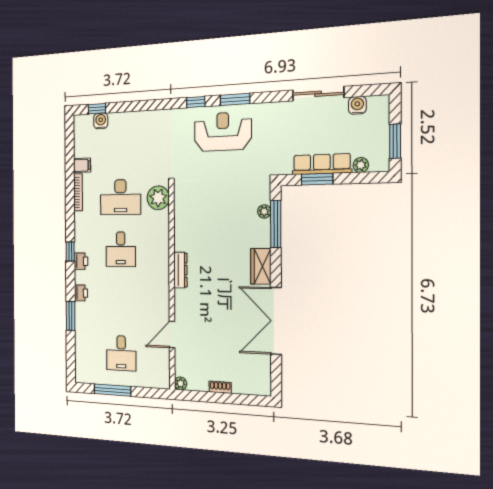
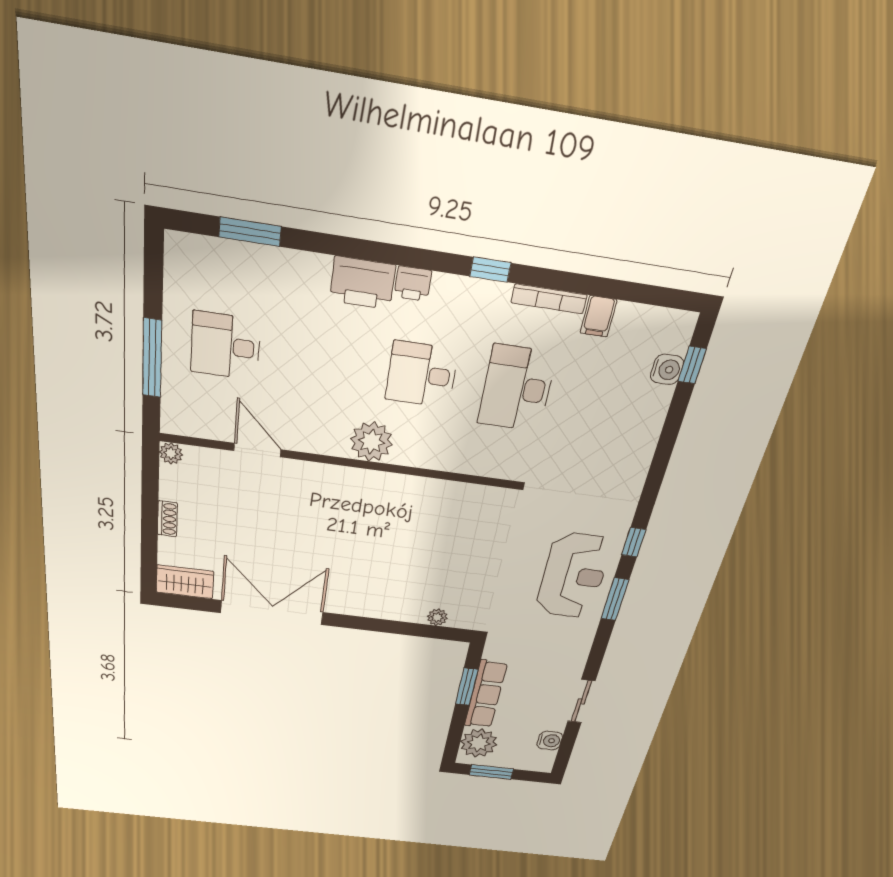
sliding door: (318, 94) -> (581, 701), width x0.73
plant: (361, 165) -> (479, 743), width x1.88, depth x1.88
plant: (158, 198) -> (371, 442), moved
window: (276, 224) -> (416, 630), removed
window: (70, 251) -> (490, 270), moved
wardrobe: (261, 266) -> (185, 582), moved
dresser: (180, 270) -> (368, 480), removed
printer: (81, 293) -> (363, 283), width x1.87, depth x1.48
window: (71, 316) -> (250, 232), moved
window: (112, 390) -> (152, 358), moved

